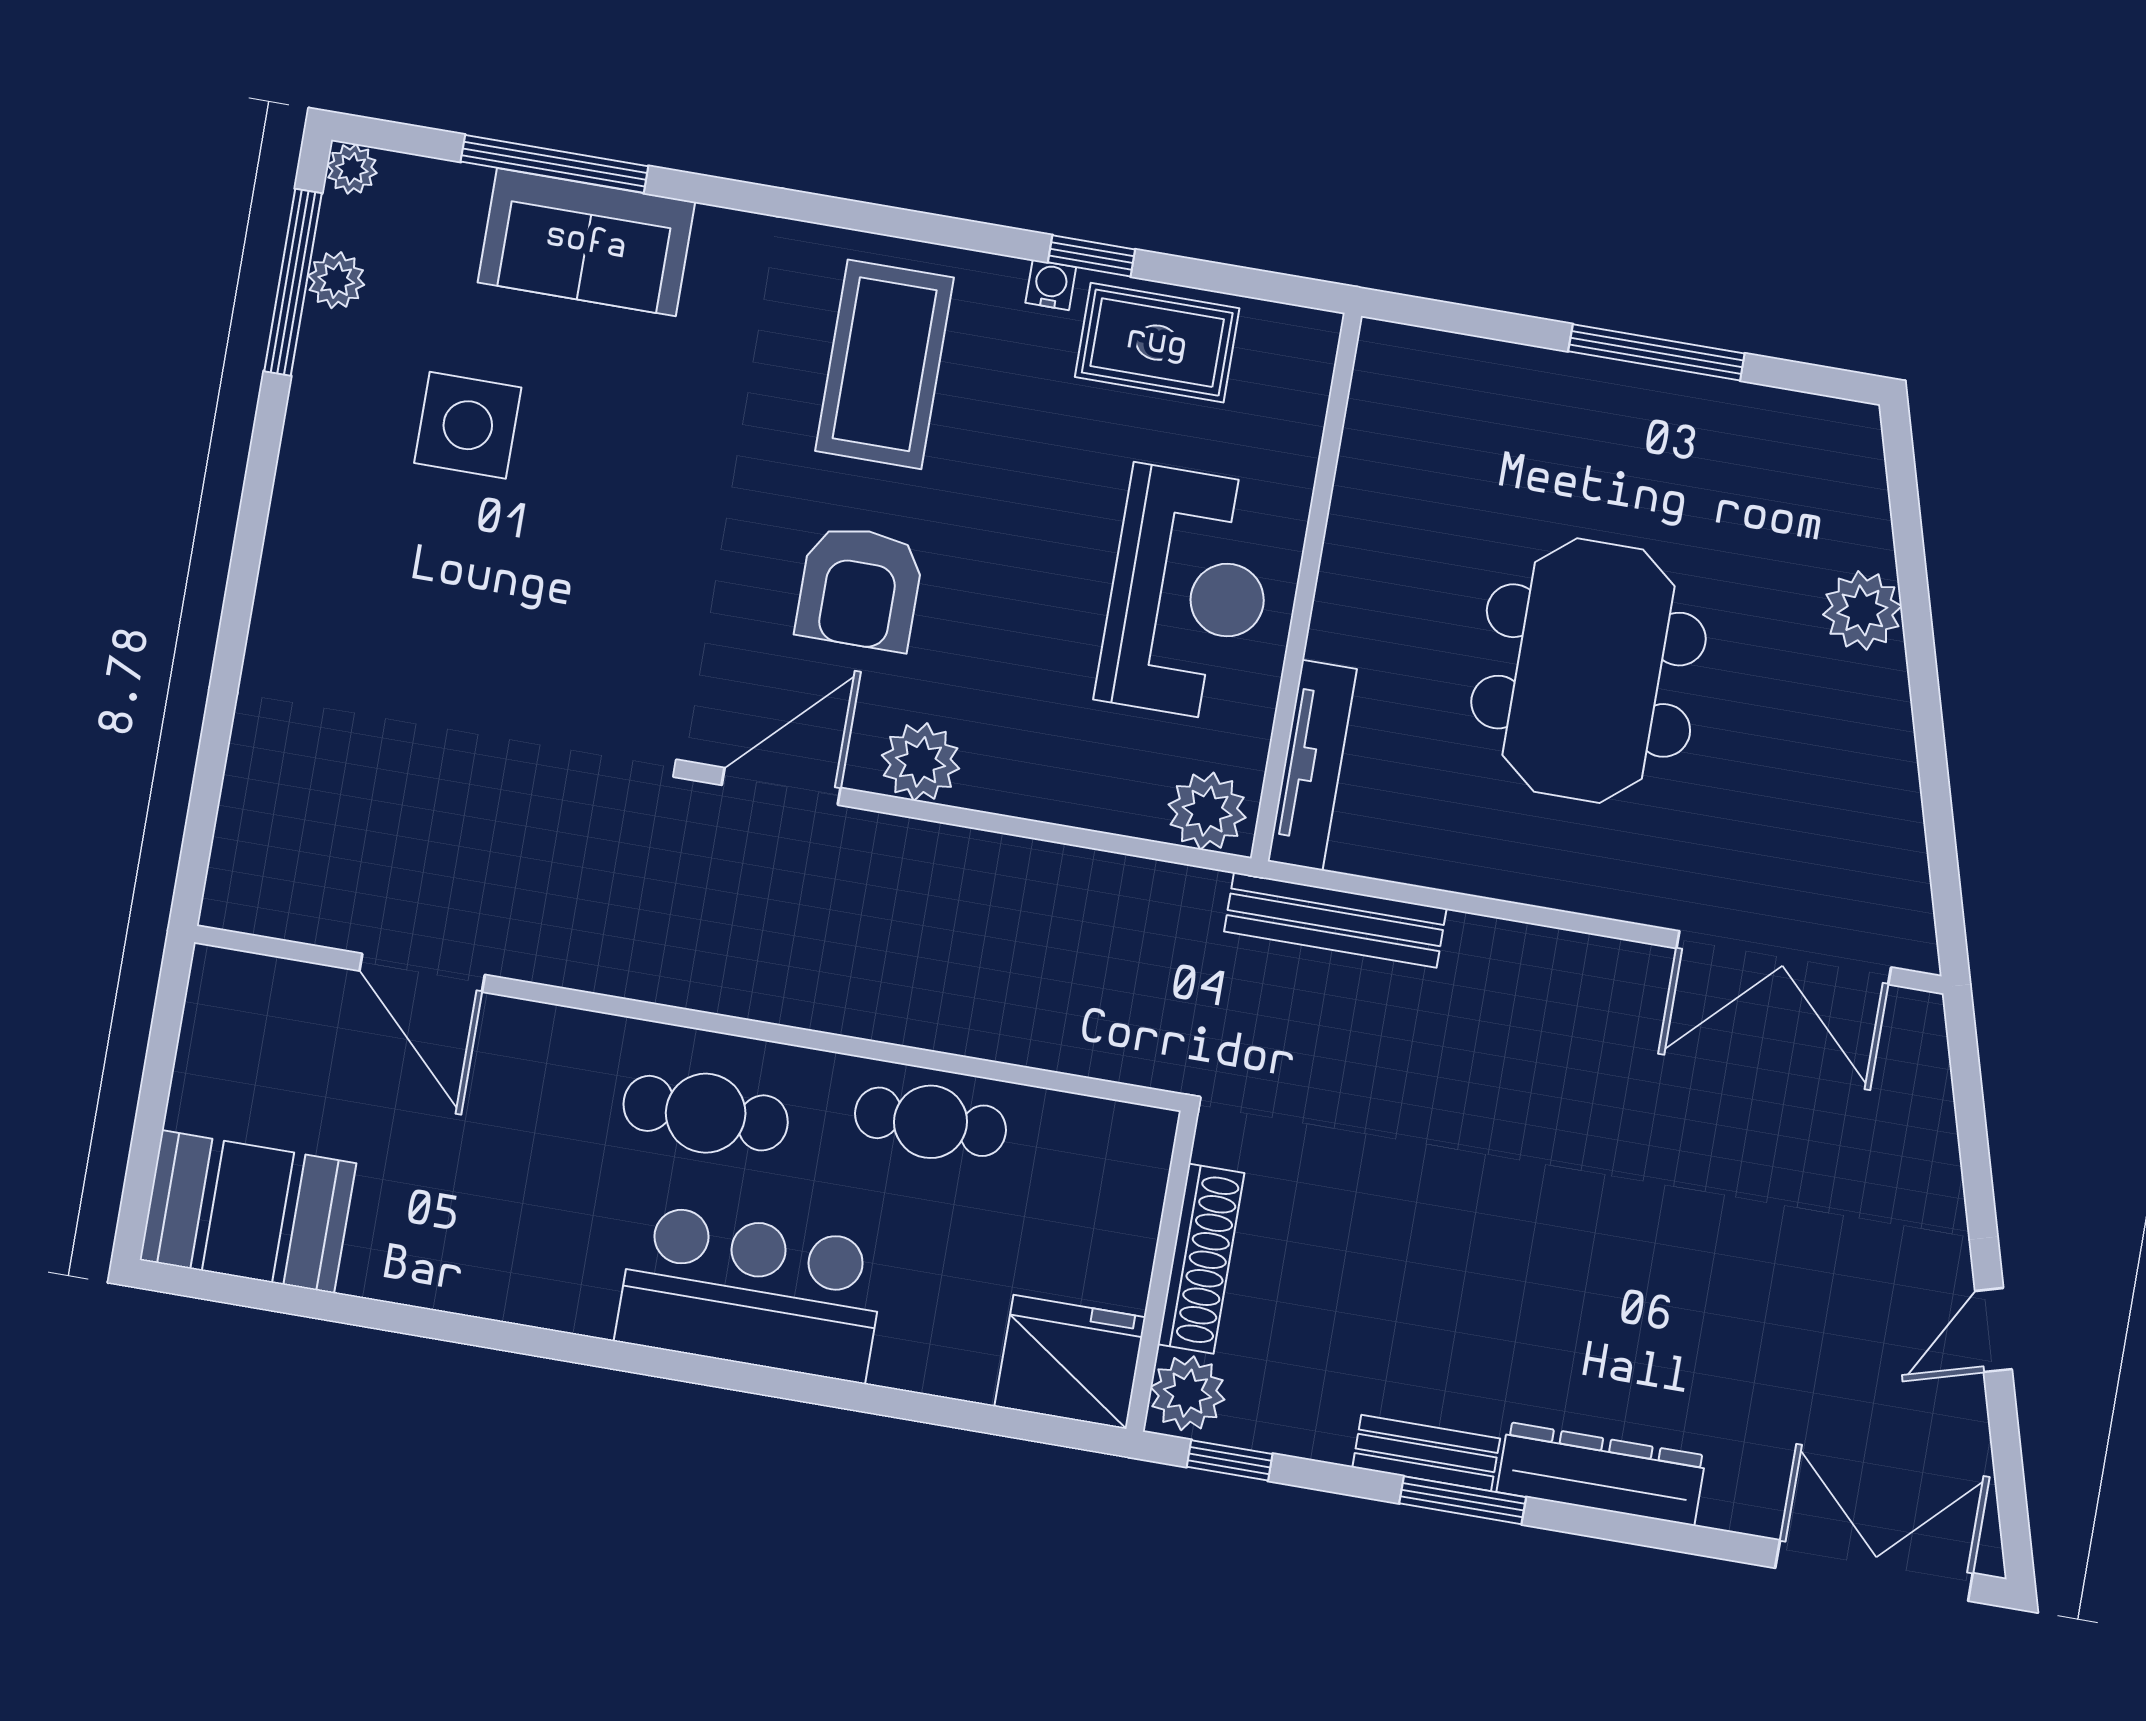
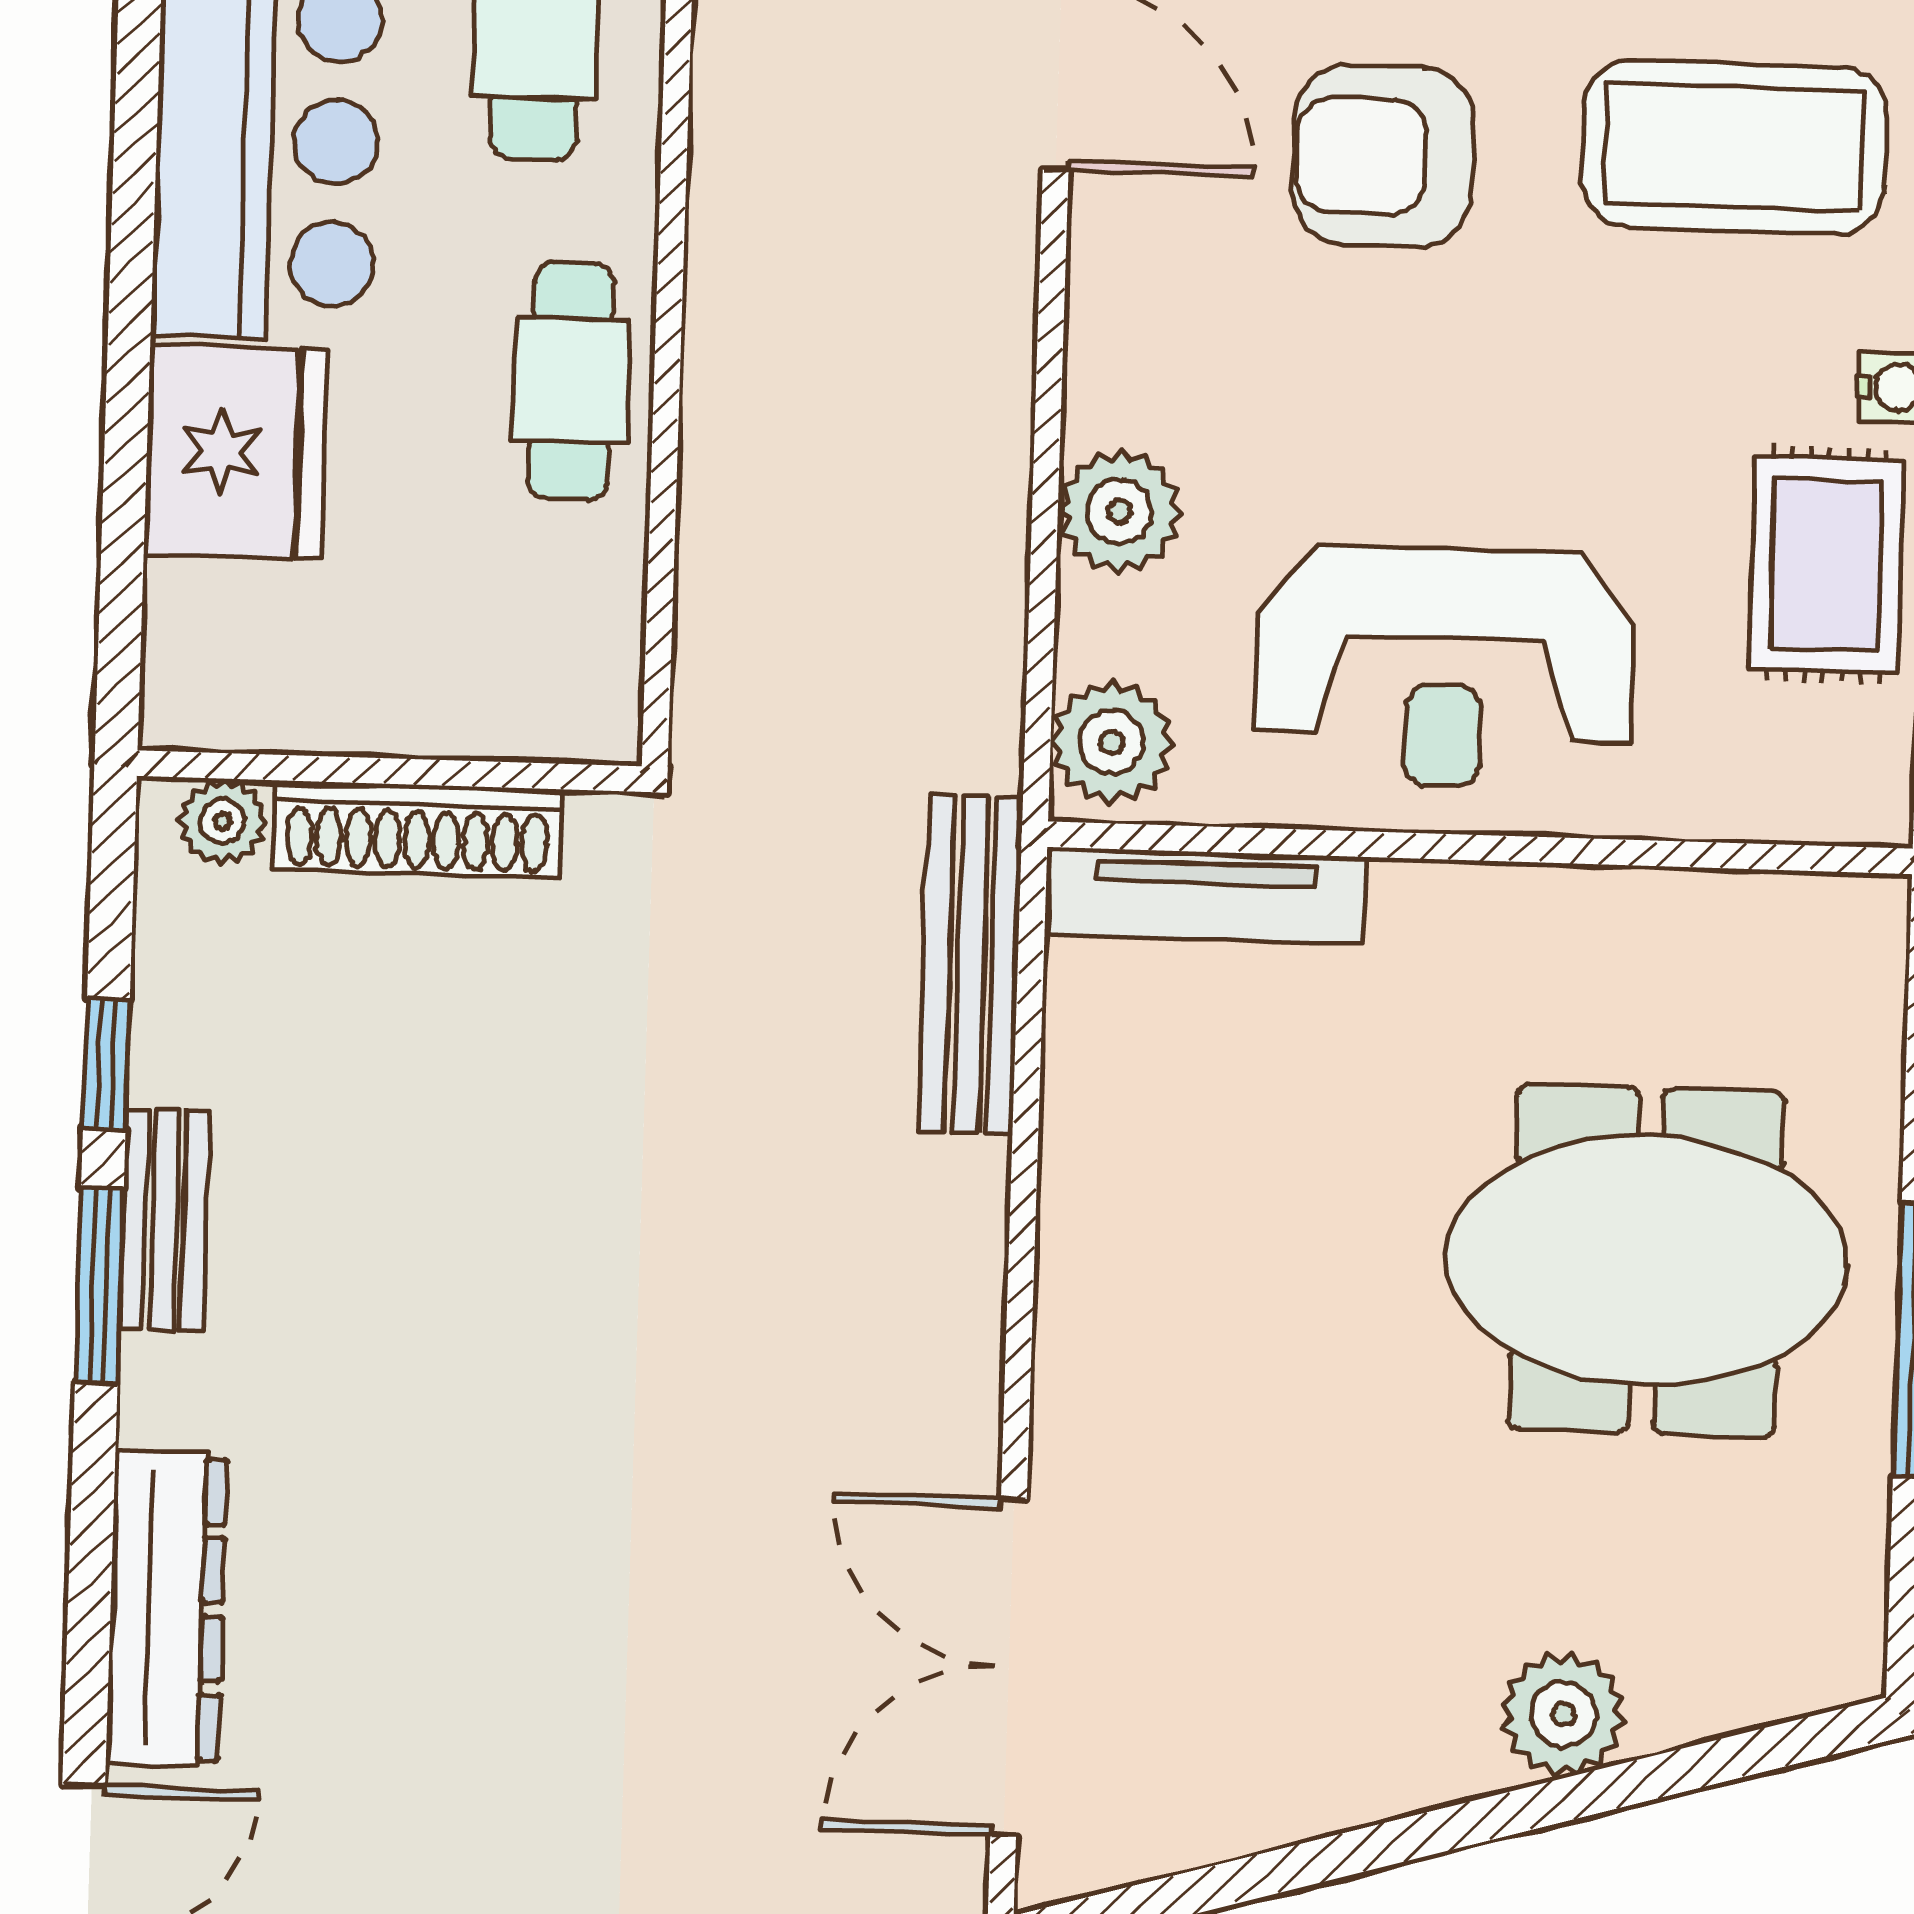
meeting table: (1588, 671) -> (1646, 1260), moved
plant: (921, 762) -> (1119, 511), moved
fridge: (1070, 1362) -> (236, 451), moved
plant: (1187, 1393) -> (223, 821), width x0.73, depth x0.73
window: (1230, 1460) -> (106, 1064), moved
dresser: (1601, 1474) -> (166, 1608), moved

